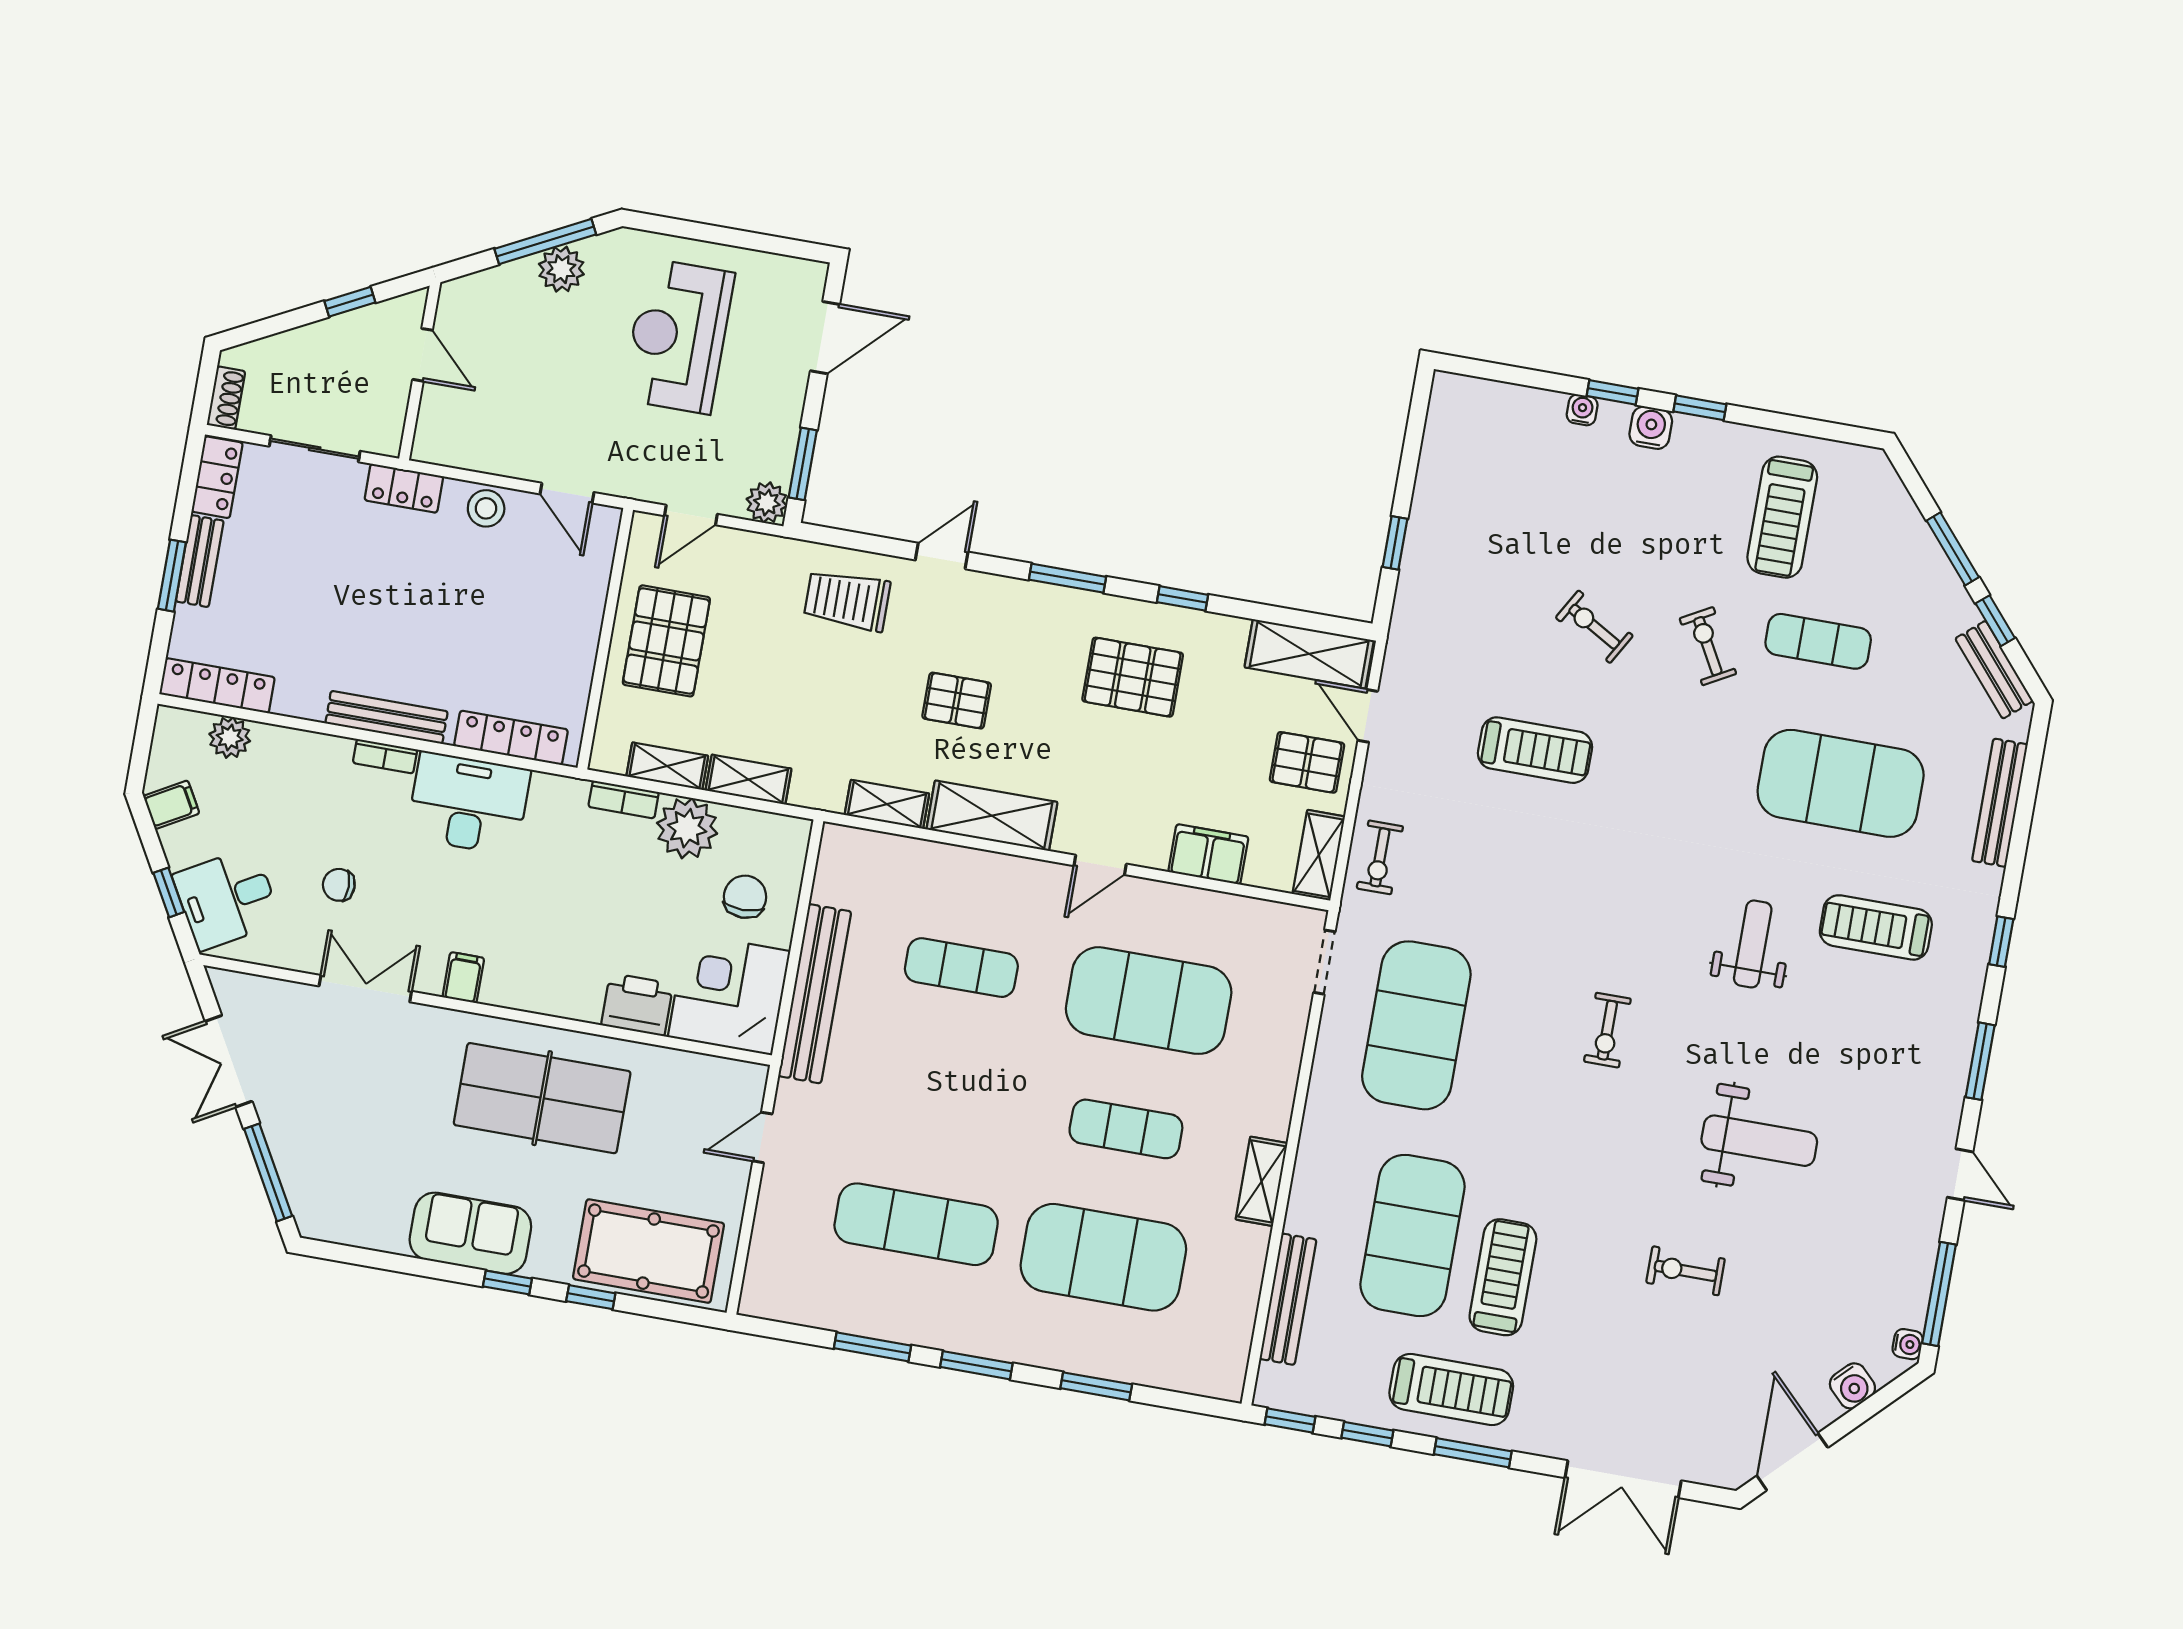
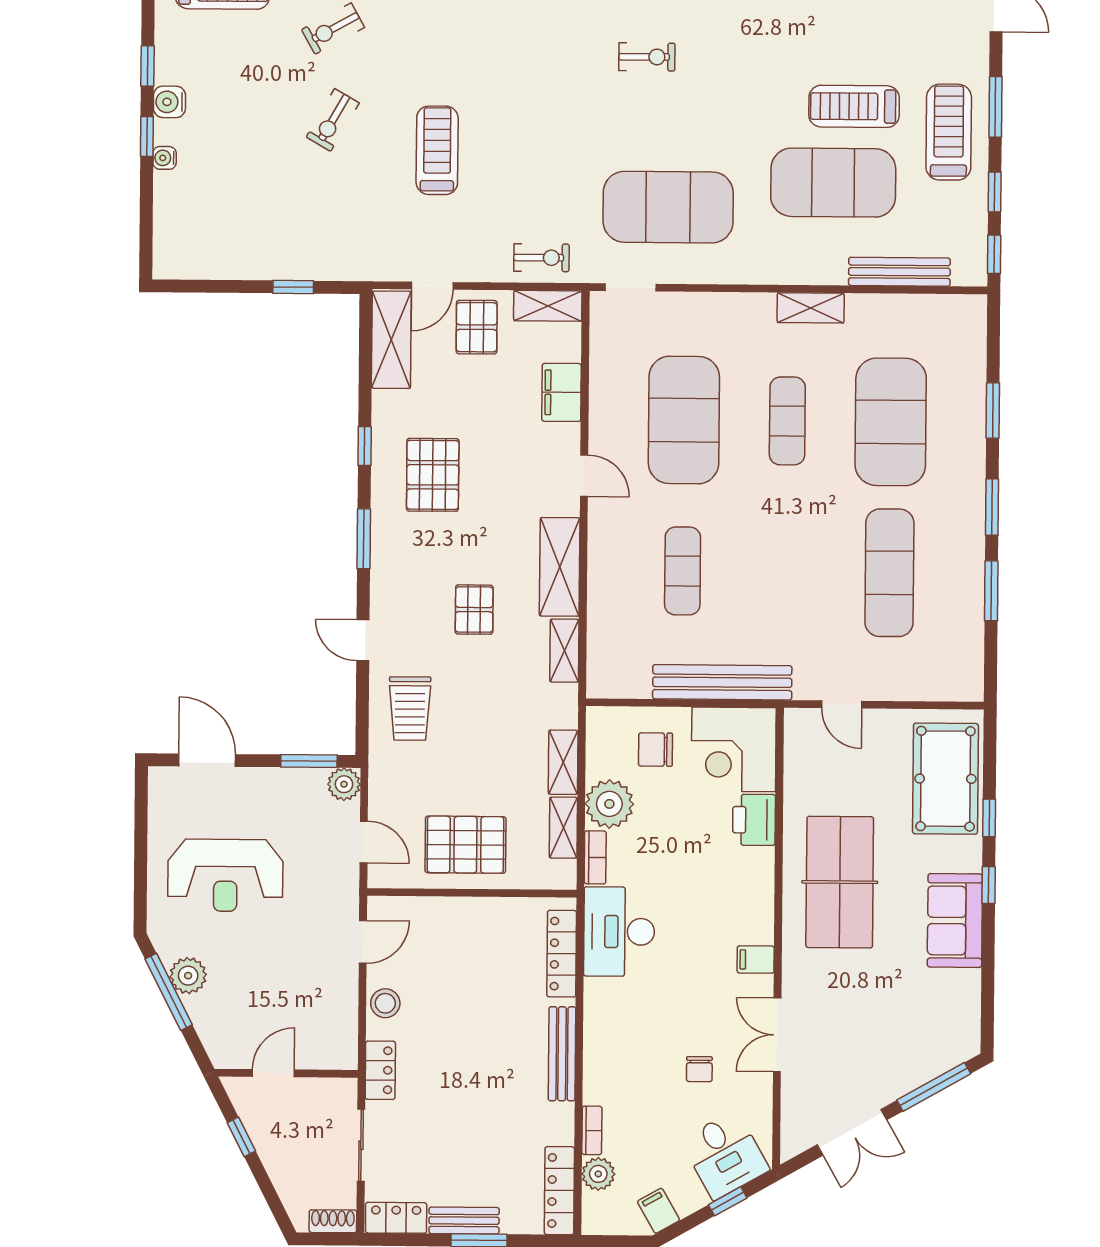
bookcase: (385, 756) -> (592, 1130), moved
desk: (468, 803) -> (619, 932), moved

